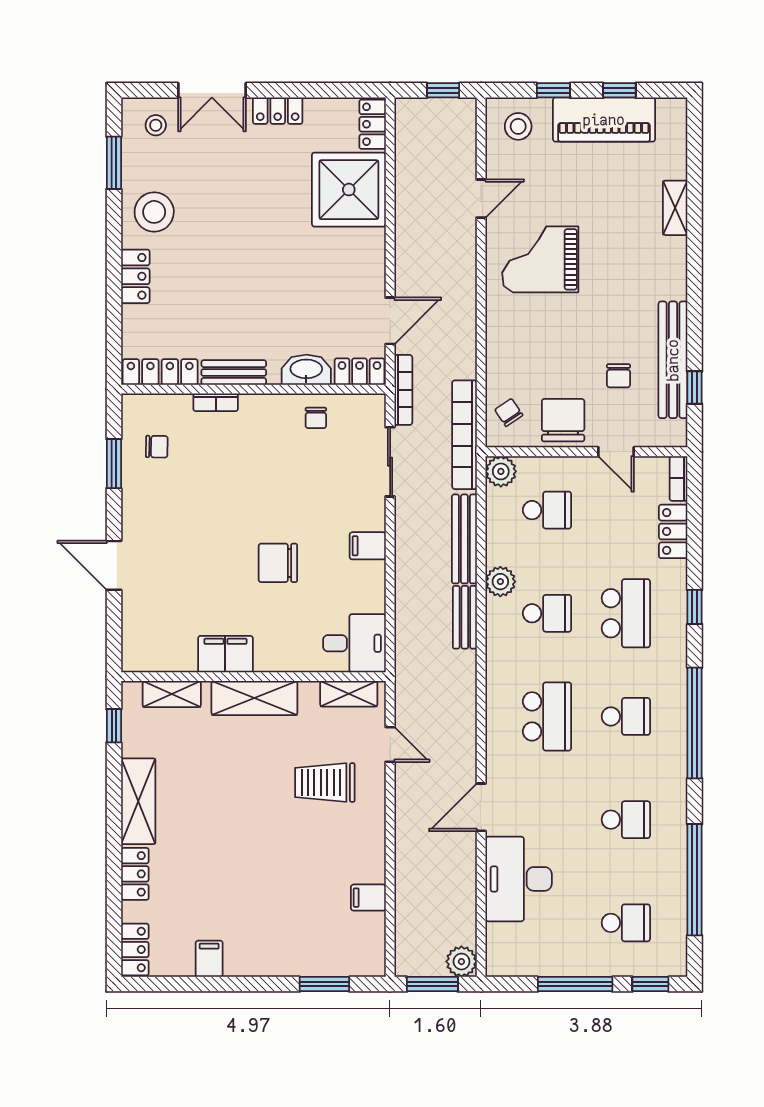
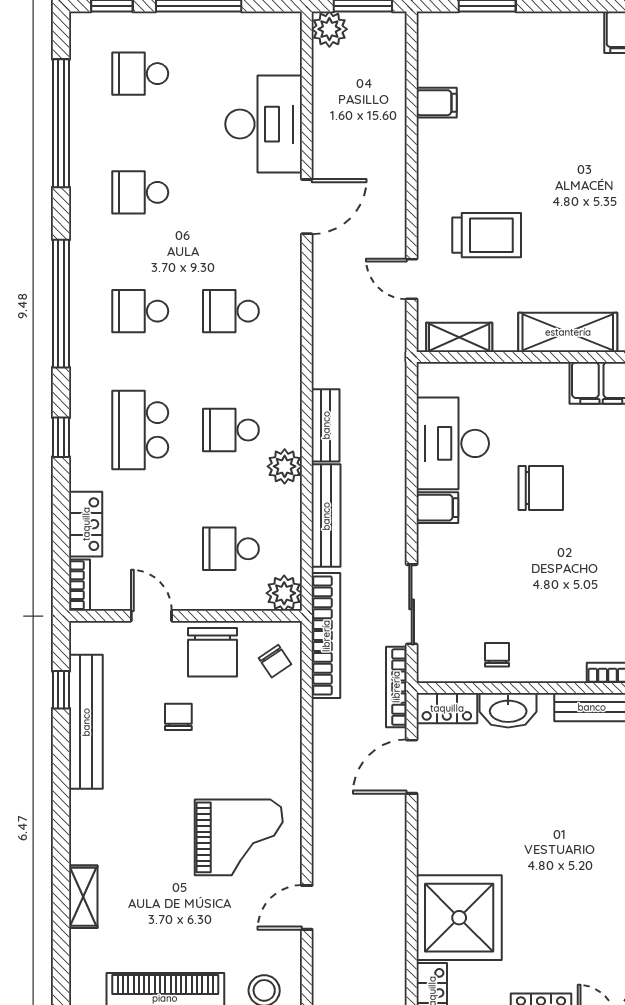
chair: (619, 376) -> (178, 717), moved
desk: (354, 643) -> (453, 443), moved, width x1.37
school desk: (547, 716) -> (231, 311), width x0.54

